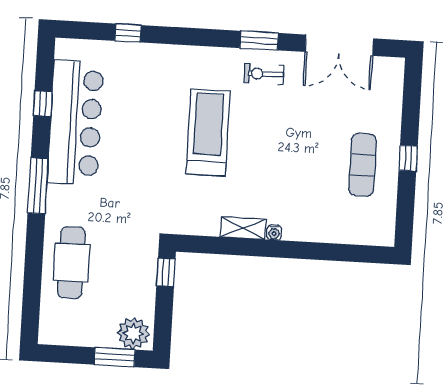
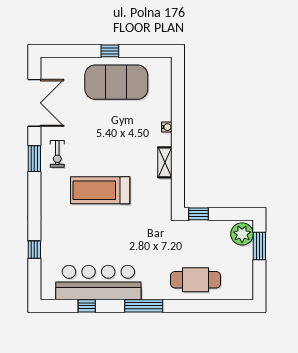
exercise mat: (363, 165) -> (116, 82), width x2.00, depth x1.45
water cooler: (274, 233) -> (167, 127), moved

